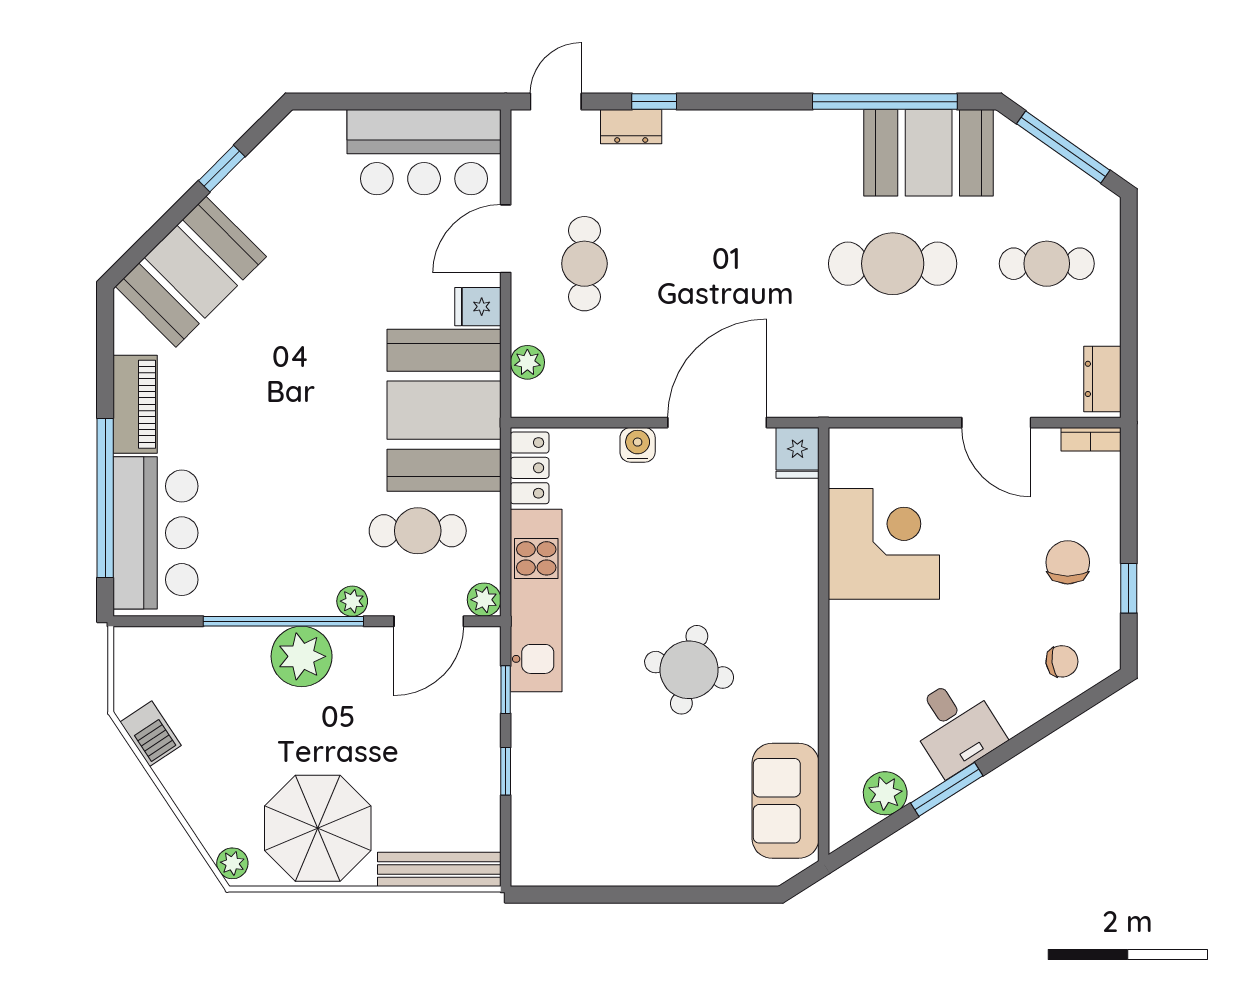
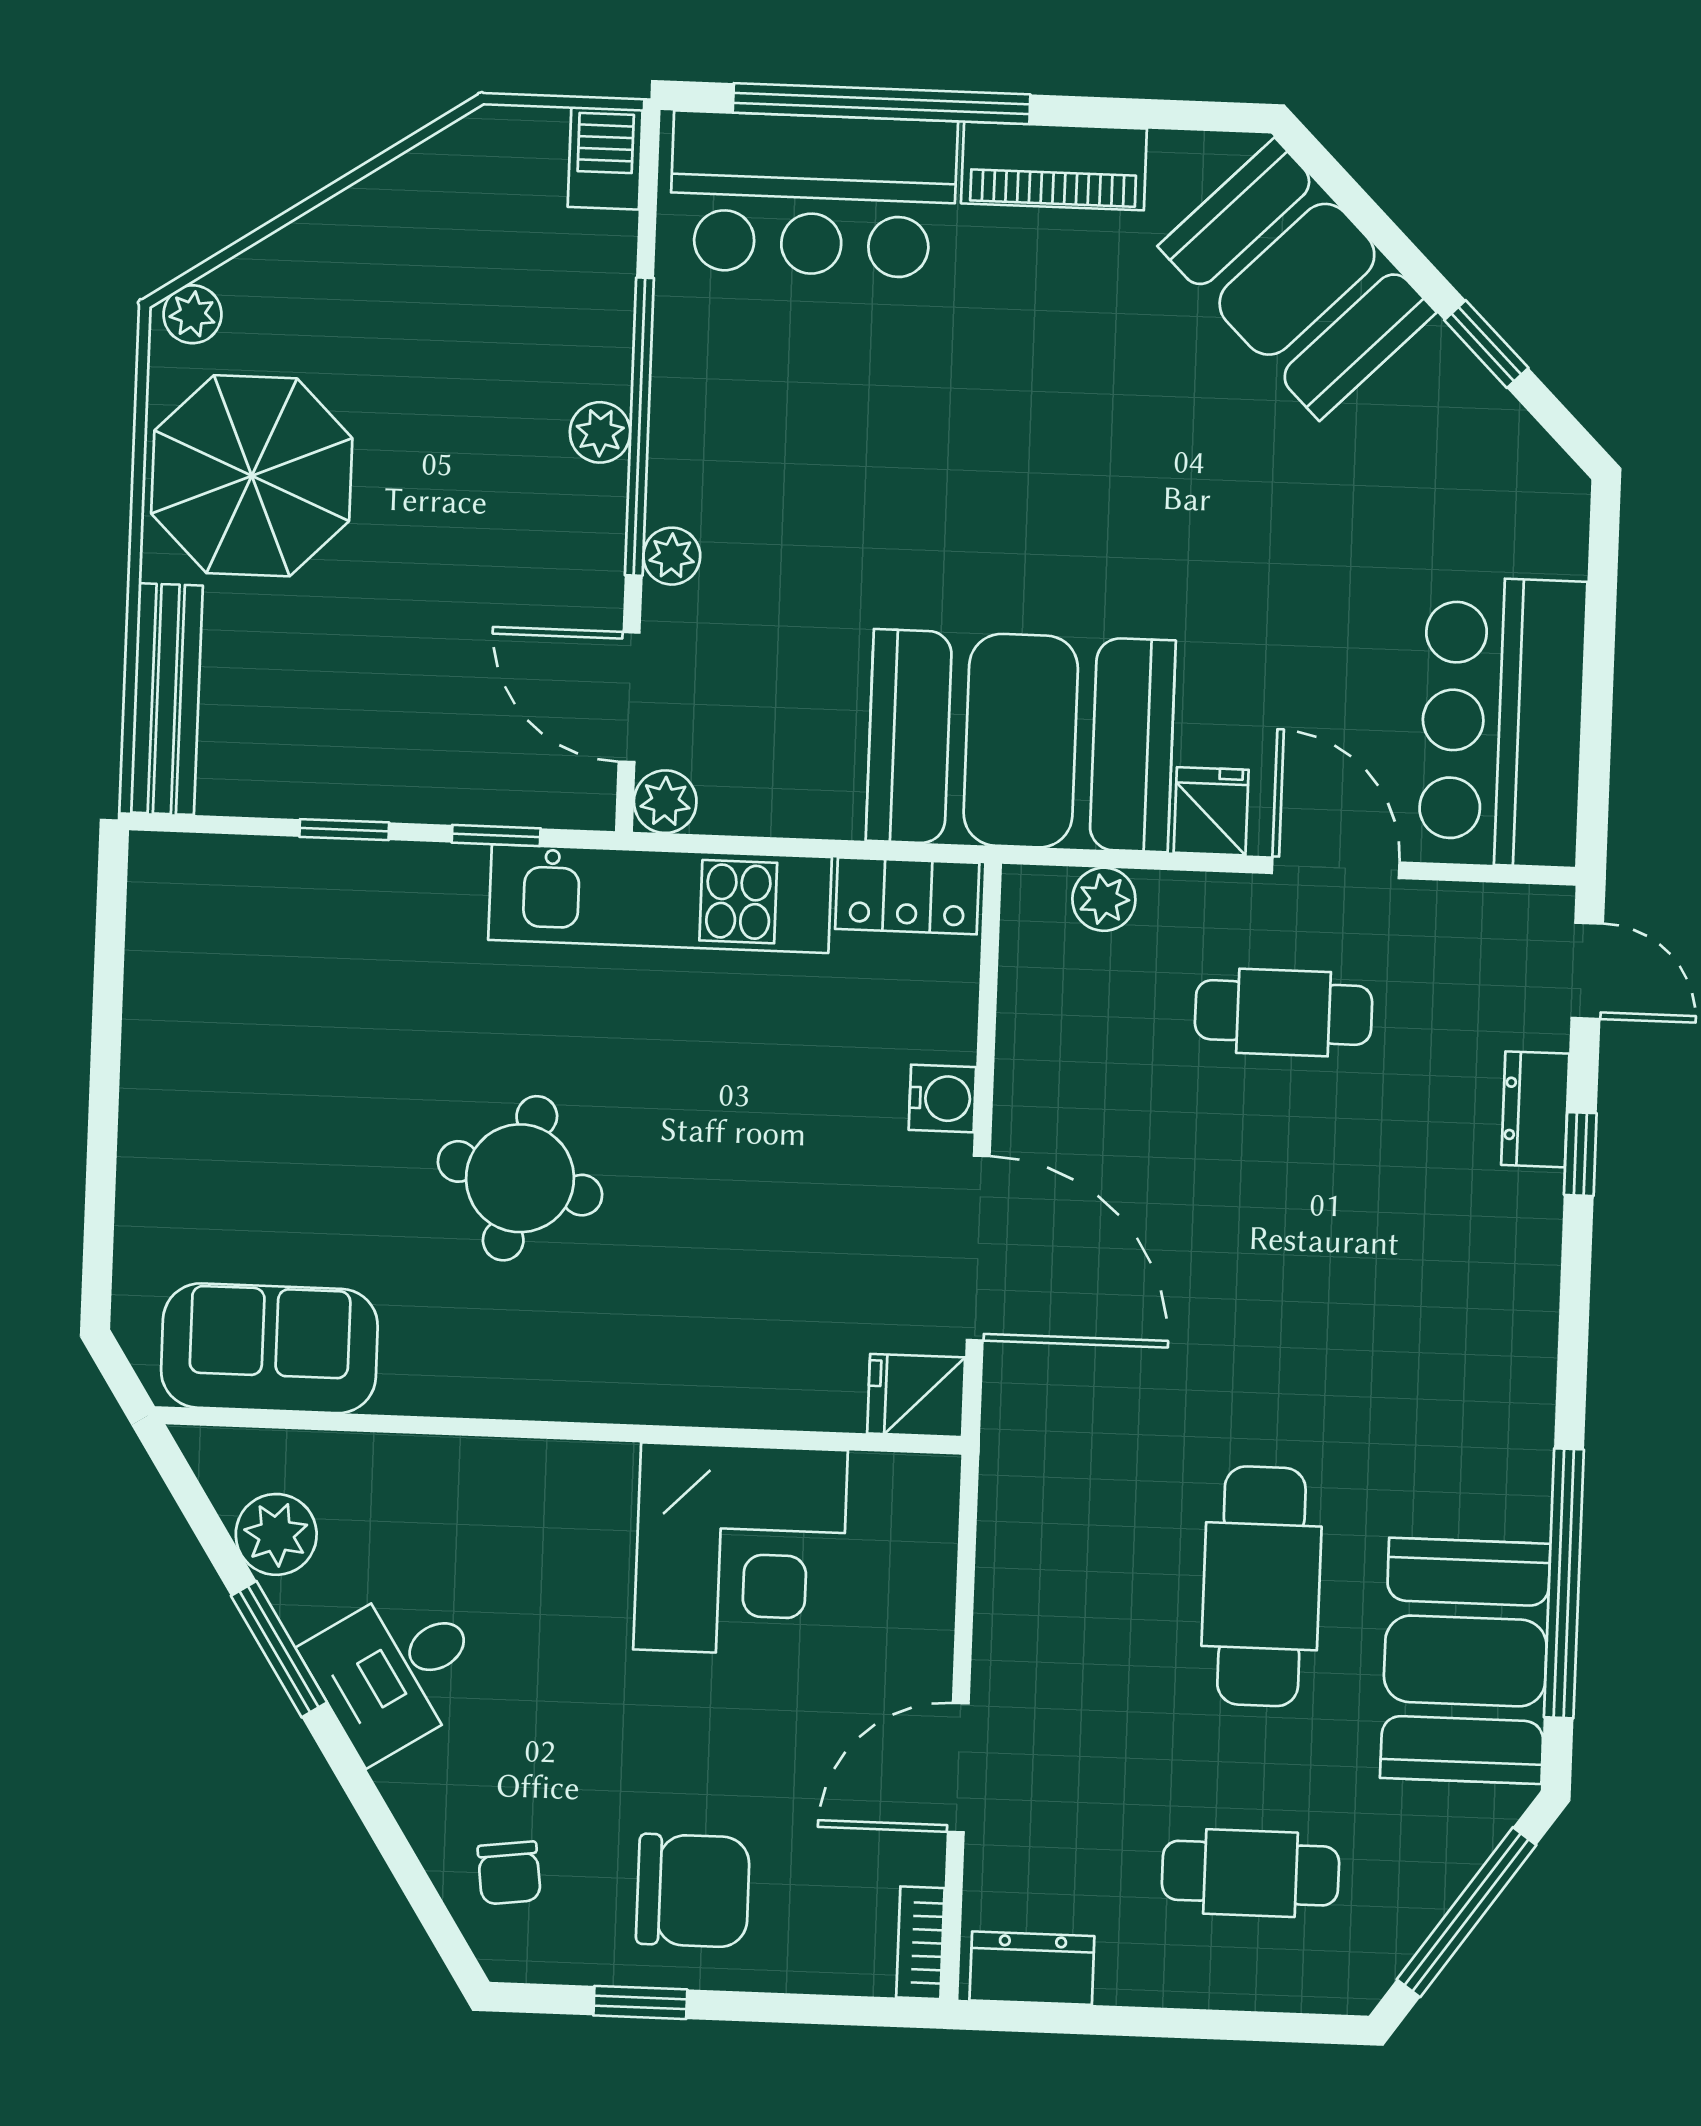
cafe table: (1047, 264) -> (1250, 1873), turned 90
cafe table: (418, 531) -> (798, 683), removed
chair: (1068, 562) -> (693, 1891), width x1.37, depth x1.37
plant: (302, 656) -> (600, 432), width x0.53, depth x0.53
barbecue: (151, 734) -> (605, 158), moved, turned 124

